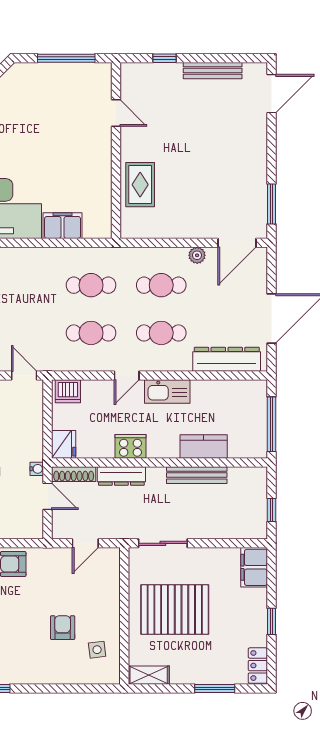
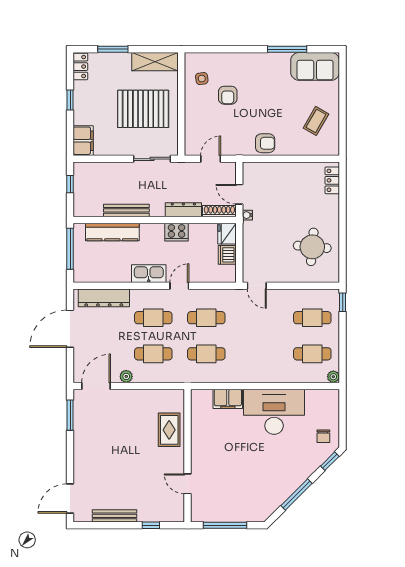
dishwasher: (68, 391) -> (227, 255), moved, turned -90
kitchen counter: (204, 447) -> (112, 232), width x1.50
shelving: (149, 675) -> (155, 62), width x1.50, depth x1.33

